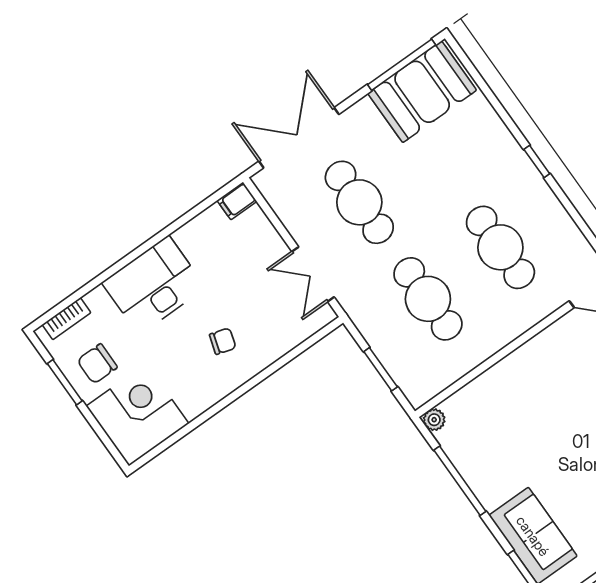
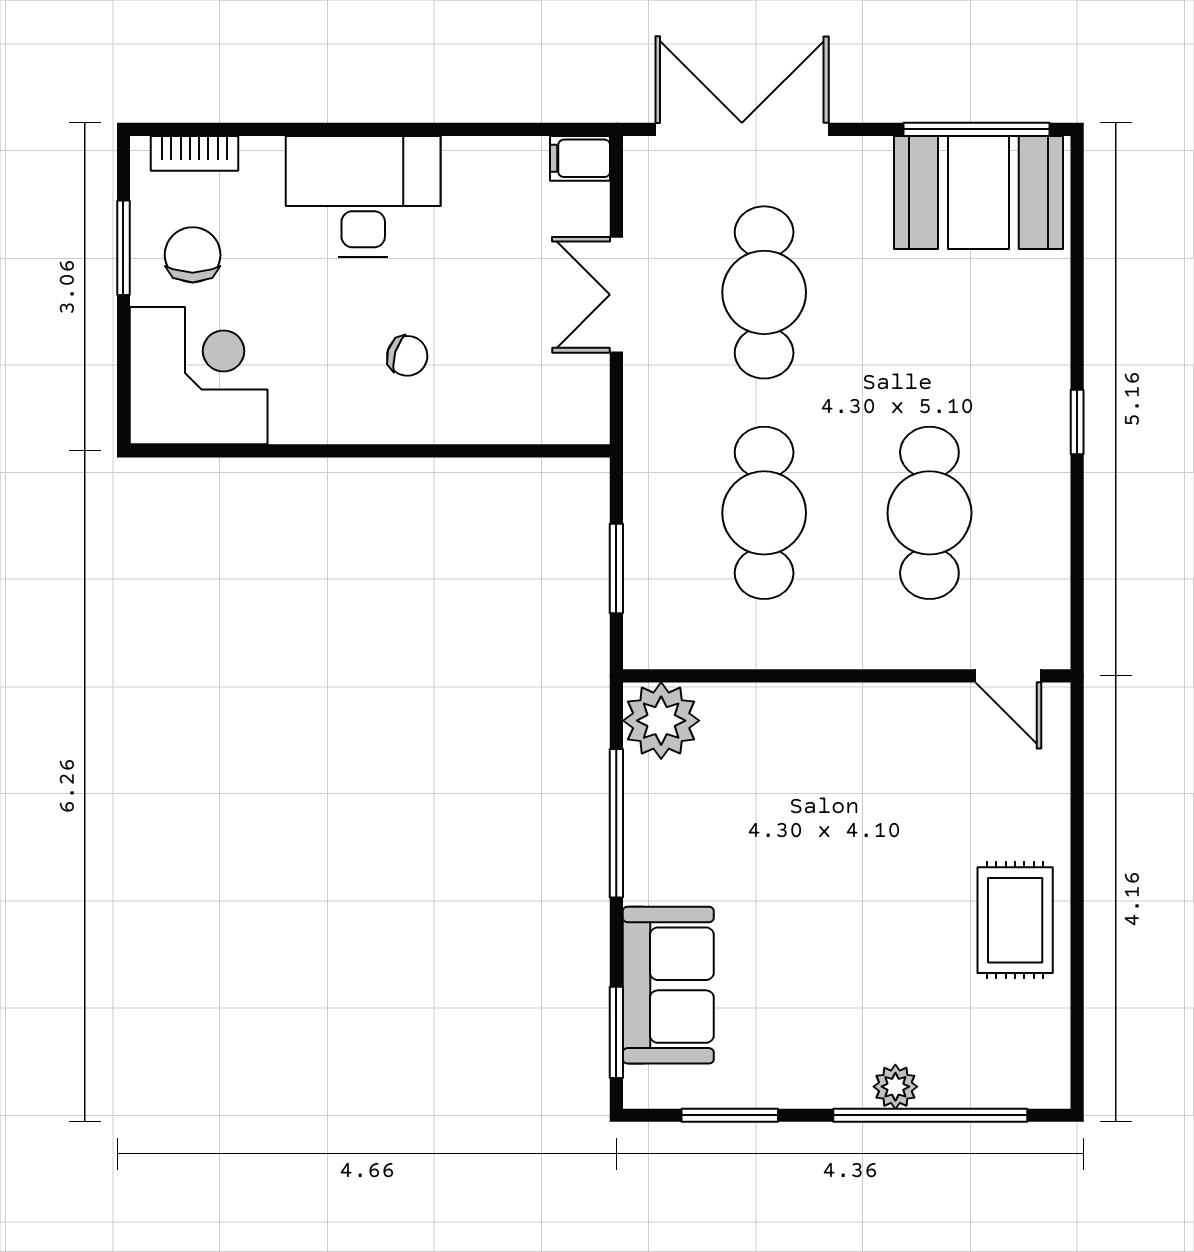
double door: (313, 274) -> (616, 295), moved
chair: (97, 364) -> (193, 255), turned 90
plant: (434, 420) -> (661, 721), width x1.87, depth x1.87

